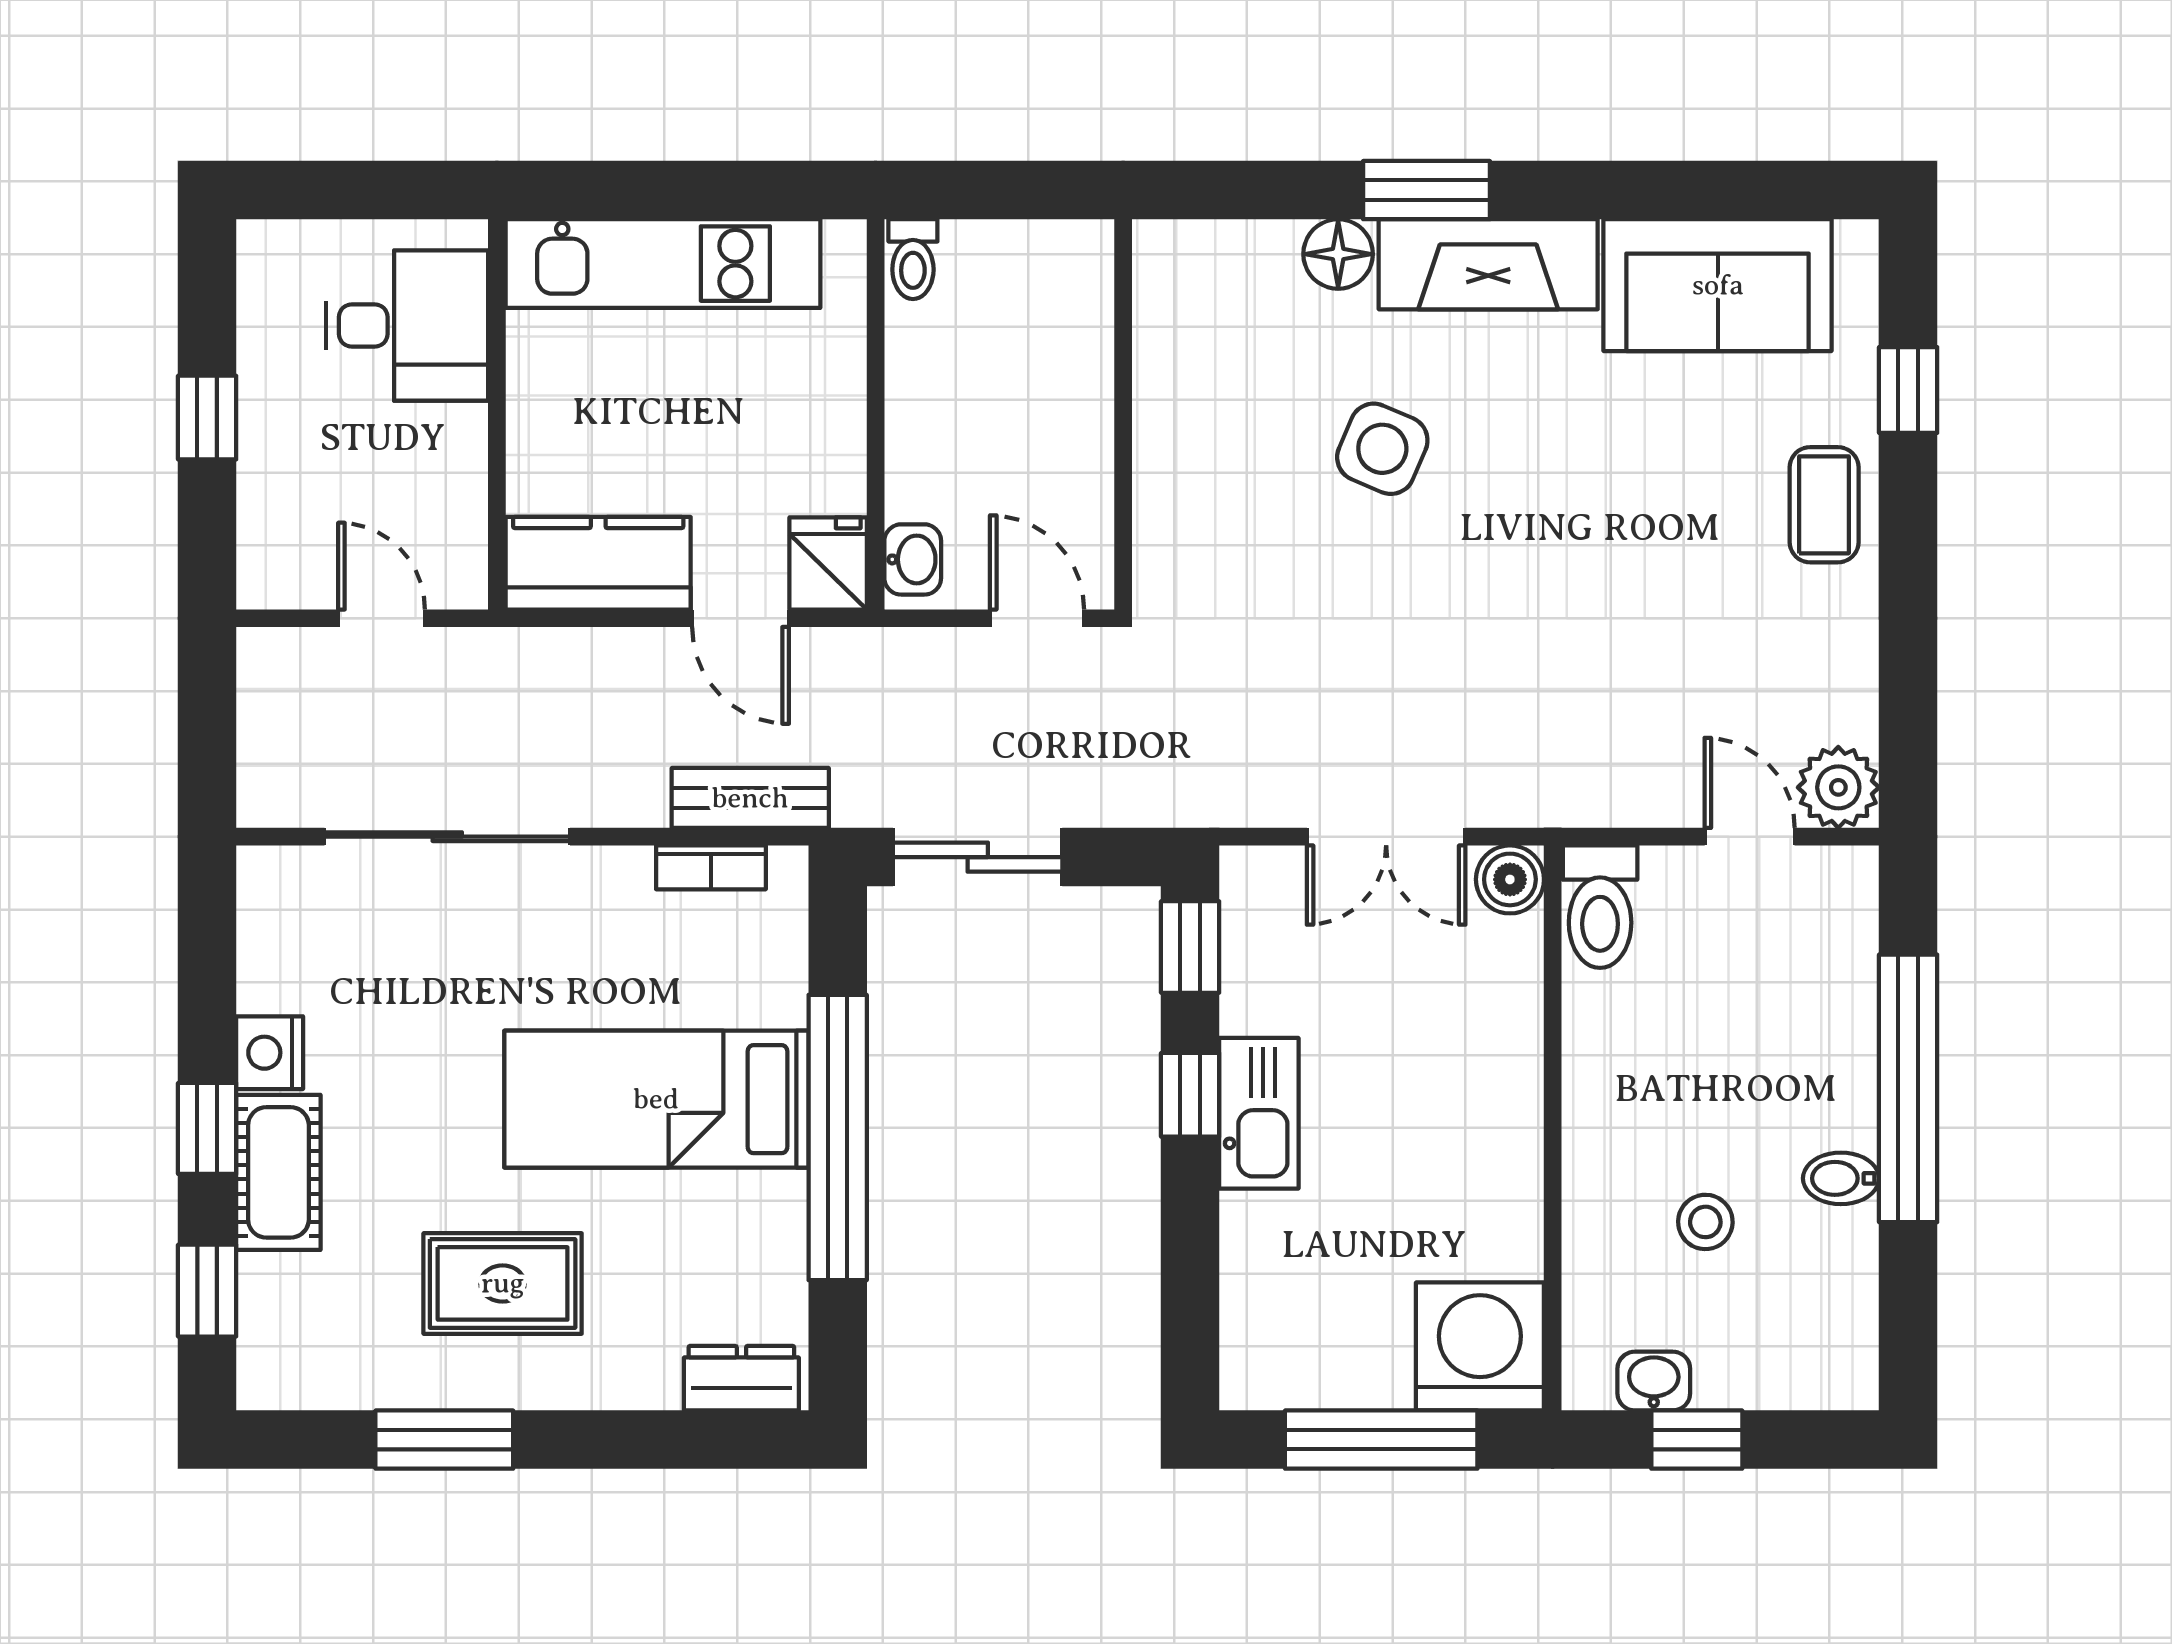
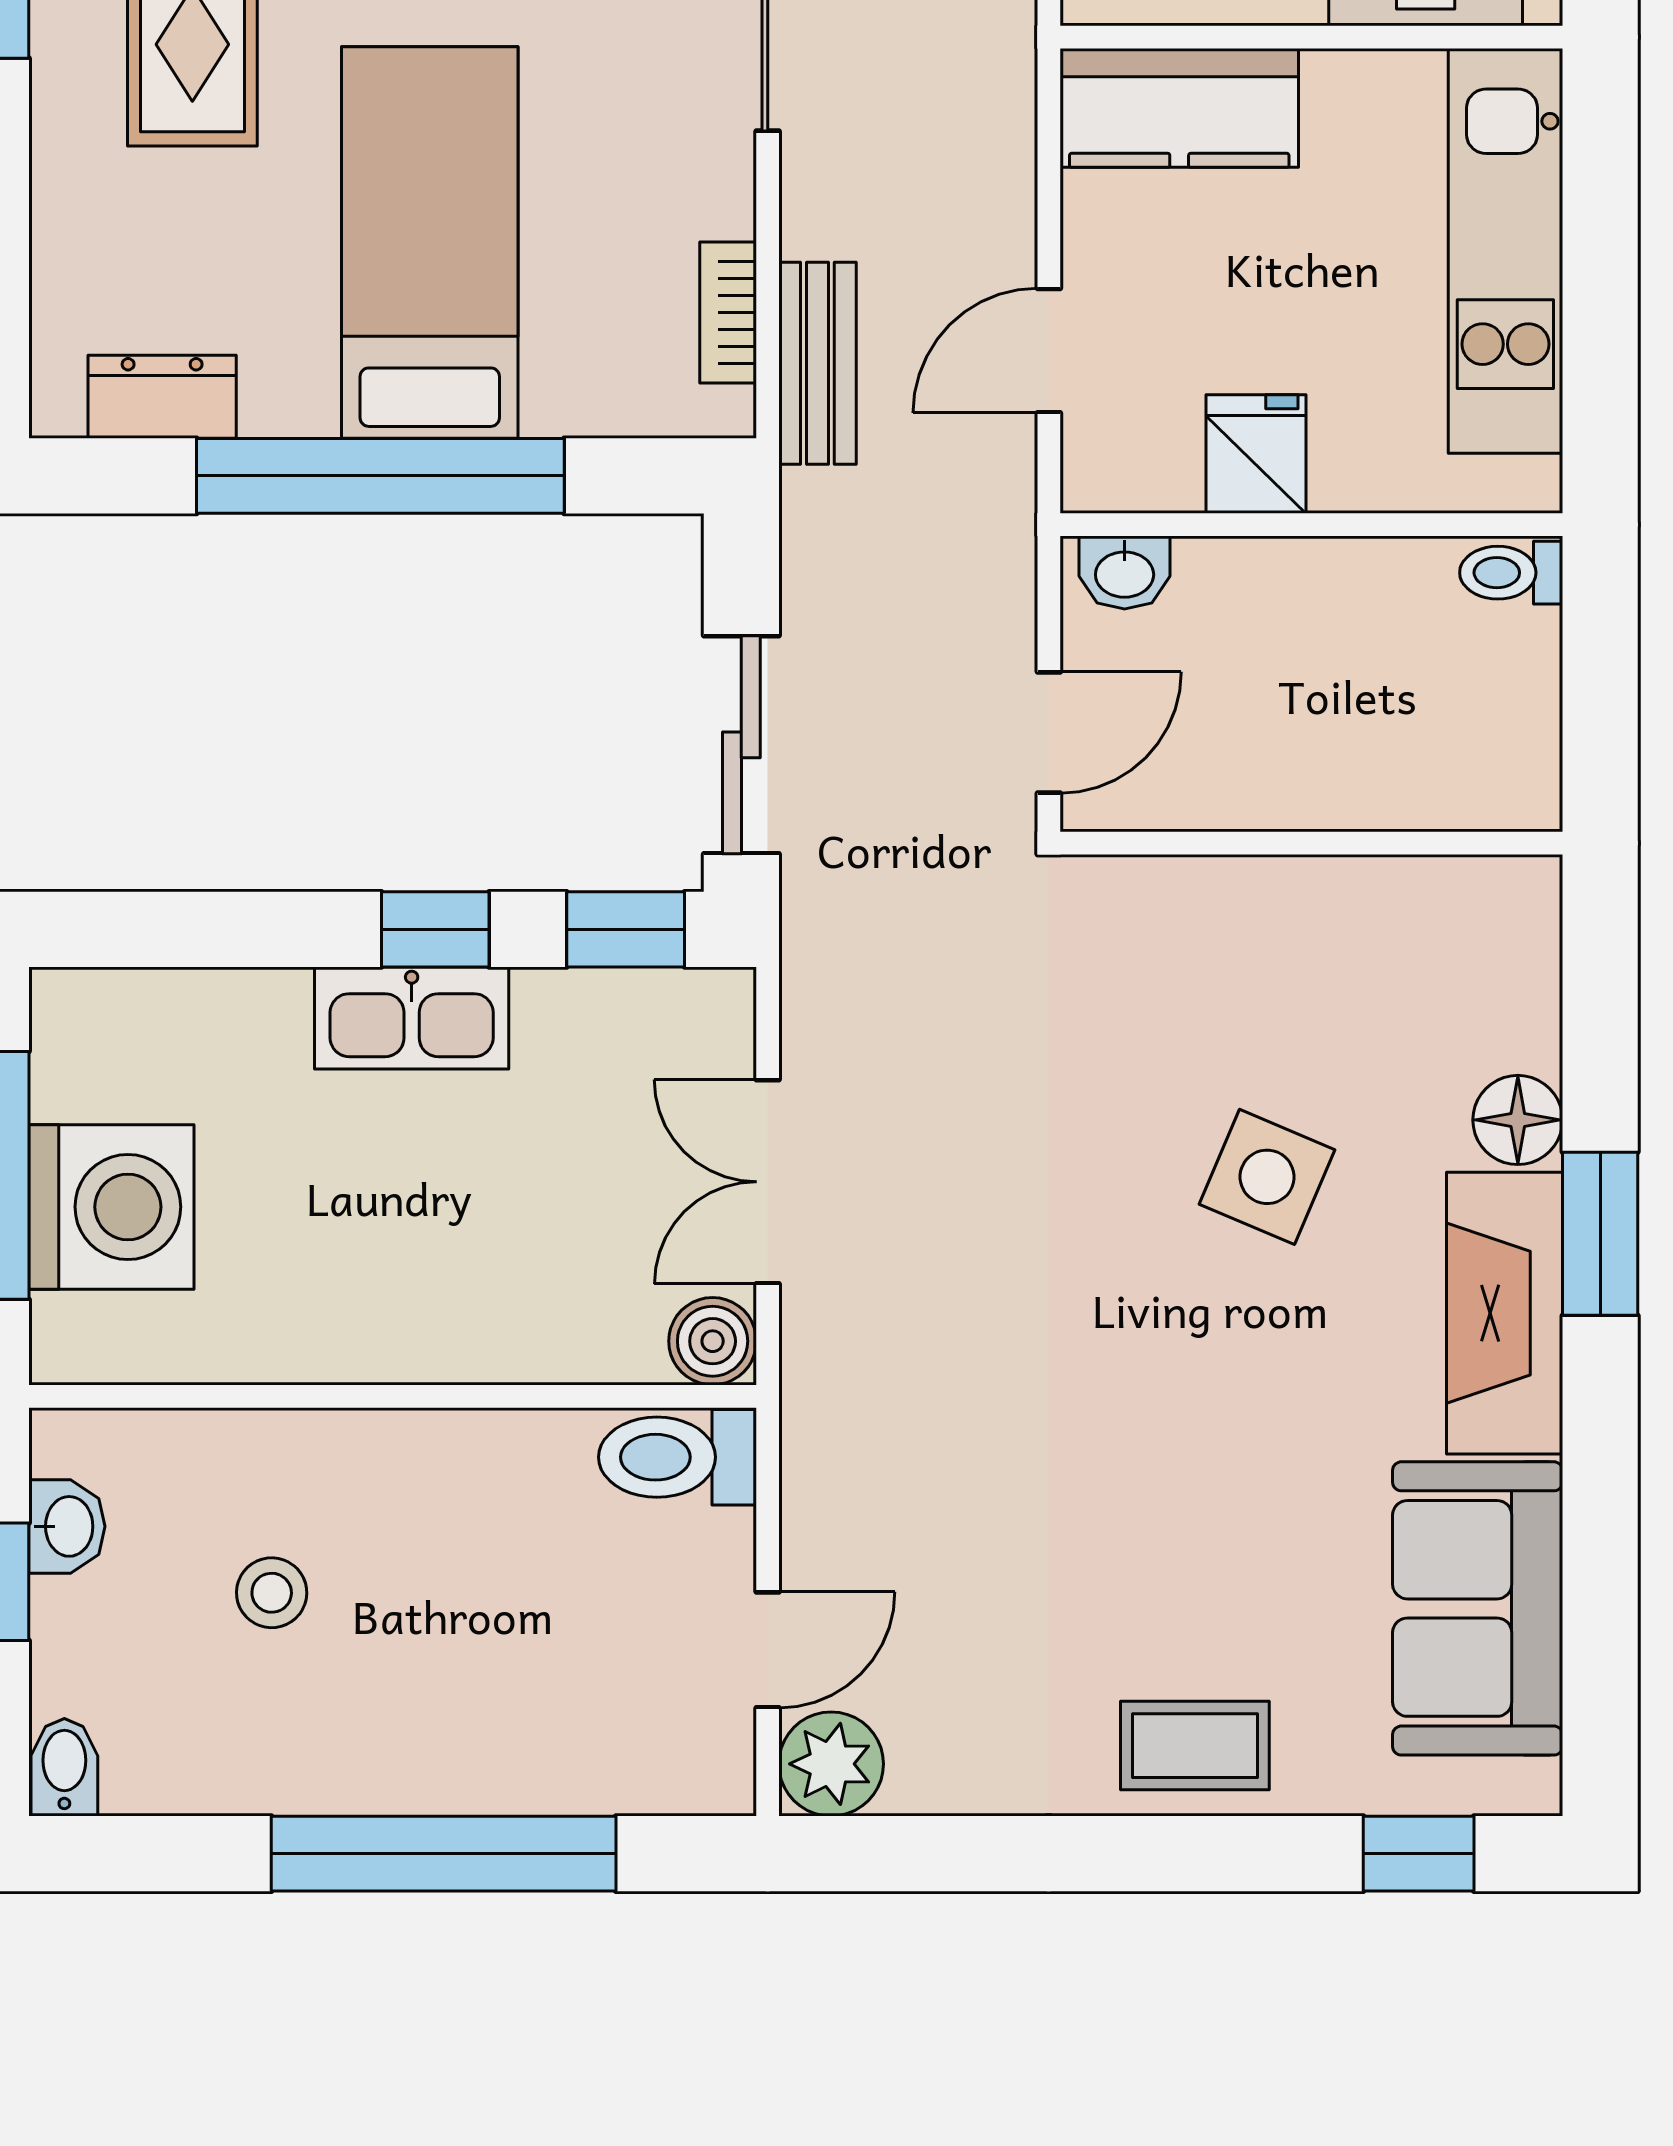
window: (1908, 390) -> (1419, 1854), moved
kitchen counter: (598, 563) -> (1179, 108), moved, turned 90
fridge: (828, 563) -> (1256, 454), moved, turned -90
sliding door: (978, 857) -> (741, 745), moved
bidet: (1841, 1178) -> (64, 1767), moved
washing machine: (1480, 1346) -> (111, 1207), moved
dresser: (741, 1378) -> (162, 397), moved, turned -90

